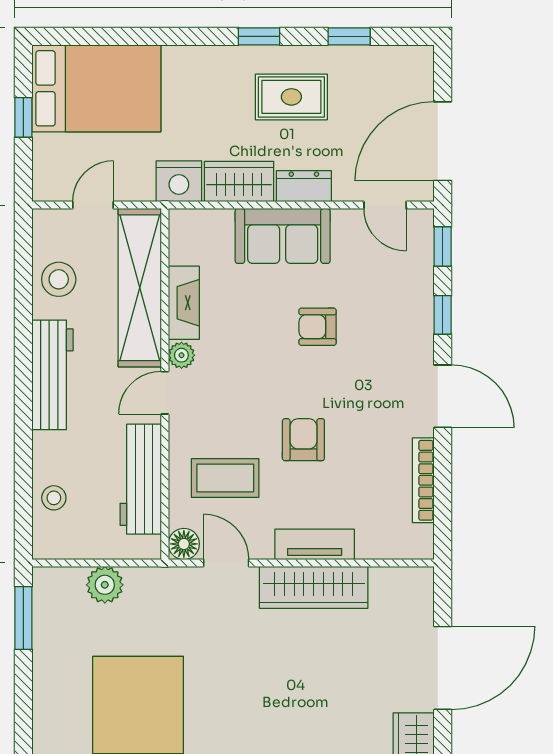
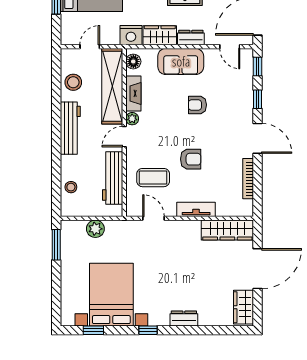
armchair: (303, 440) -> (191, 159), turned 90
floor lamp: (184, 544) -> (133, 62), moved
wardrobe: (314, 587) -> (227, 230), moved

